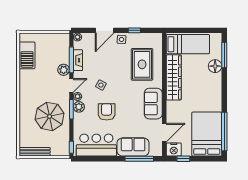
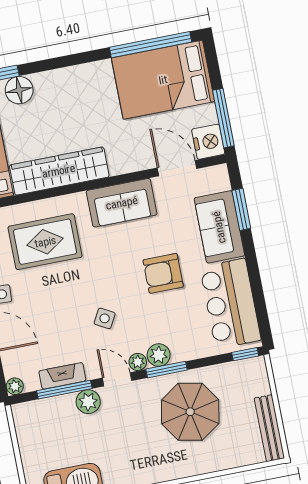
armchair: (107, 112) -> (163, 273), moved
window: (139, 159) -> (241, 209), width x0.69
window: (183, 159) -> (223, 118), width x2.17

